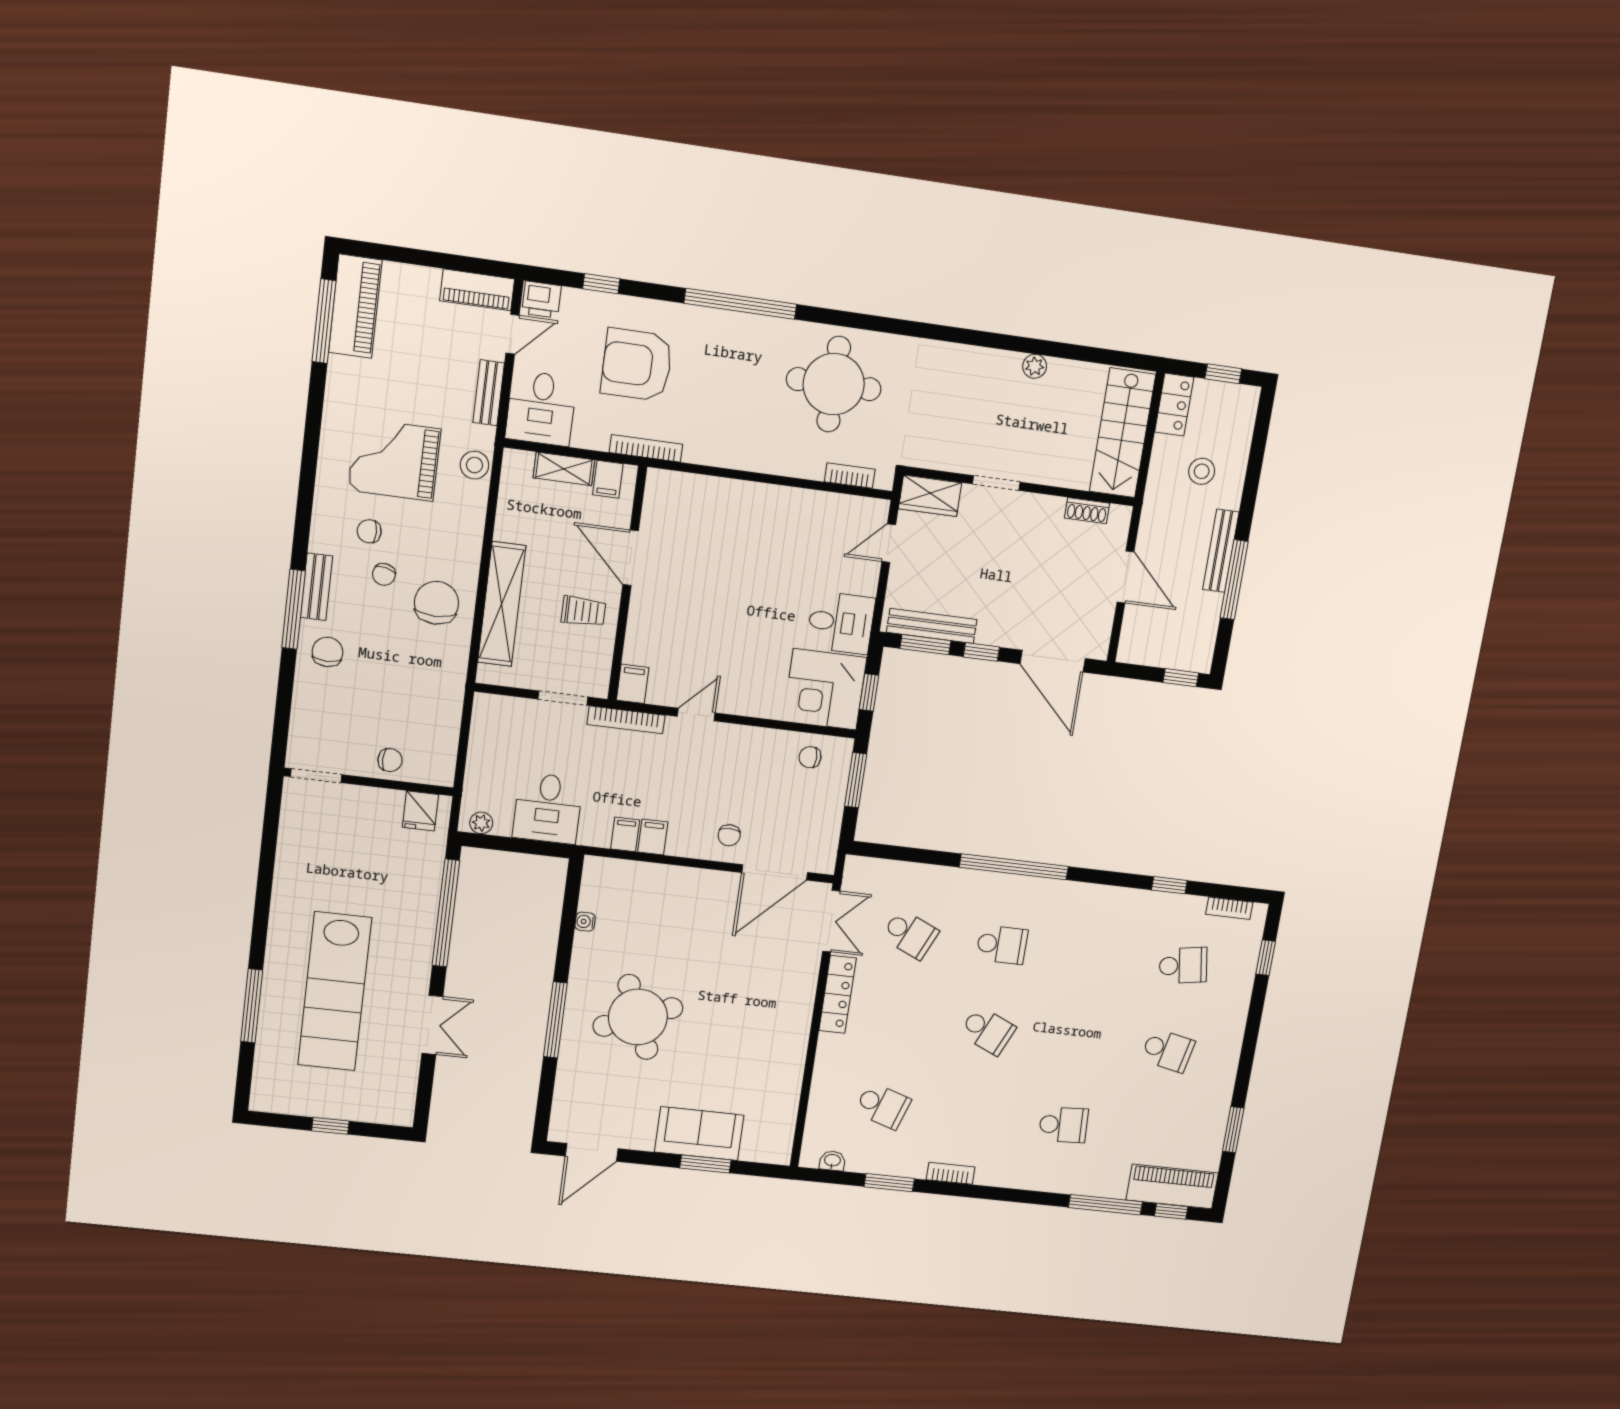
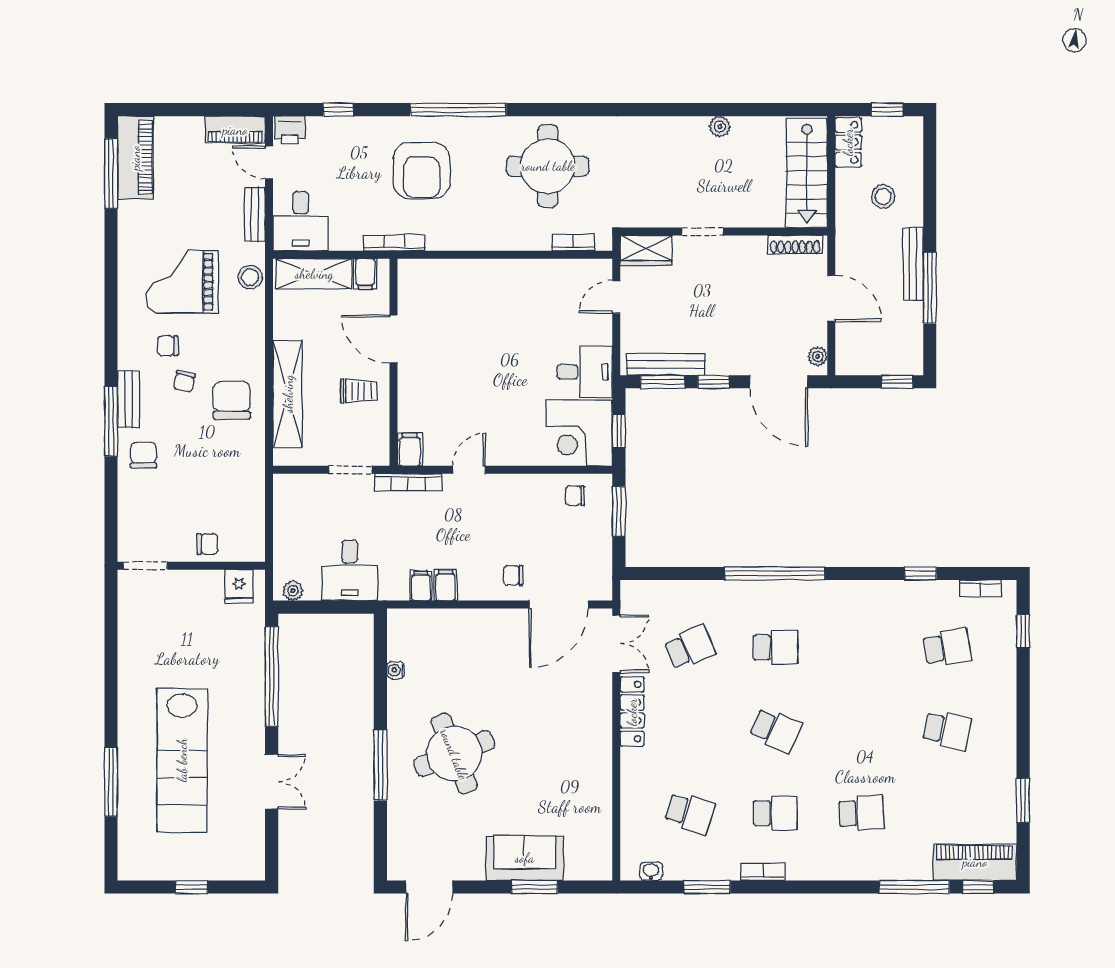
door: (513, 334) -> (269, 162), swing flipped
armchair: (637, 365) -> (422, 170), moved, turned -90
shelving: (564, 469) -> (314, 274), width x1.50, depth x1.33
shoe rack: (1087, 511) -> (795, 245), width x1.43
plant: (1100, 639) -> (818, 356), added
chair: (729, 835) -> (513, 575), turned 90
school desk: (910, 934) -> (690, 647), turned -48
school desk: (973, 1115) -> (775, 813), added

